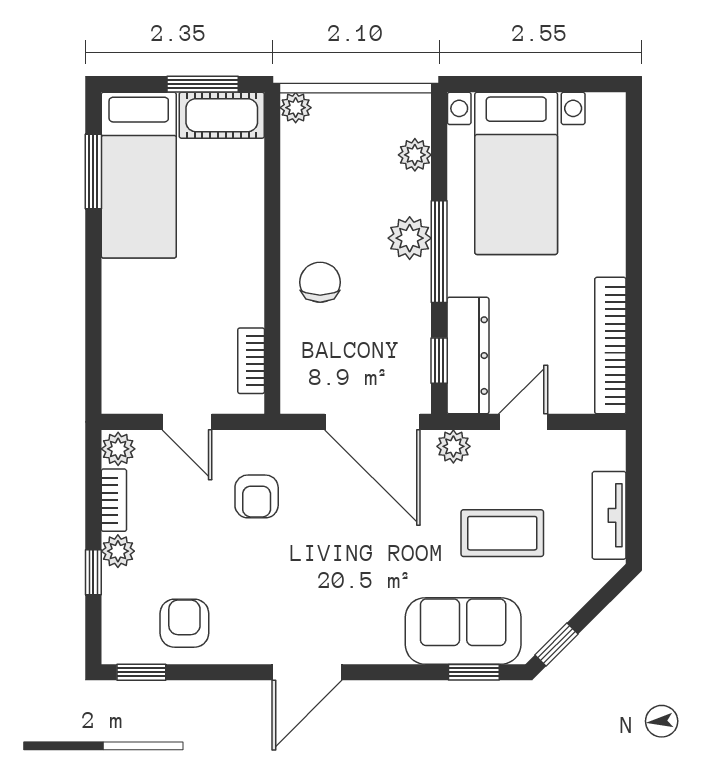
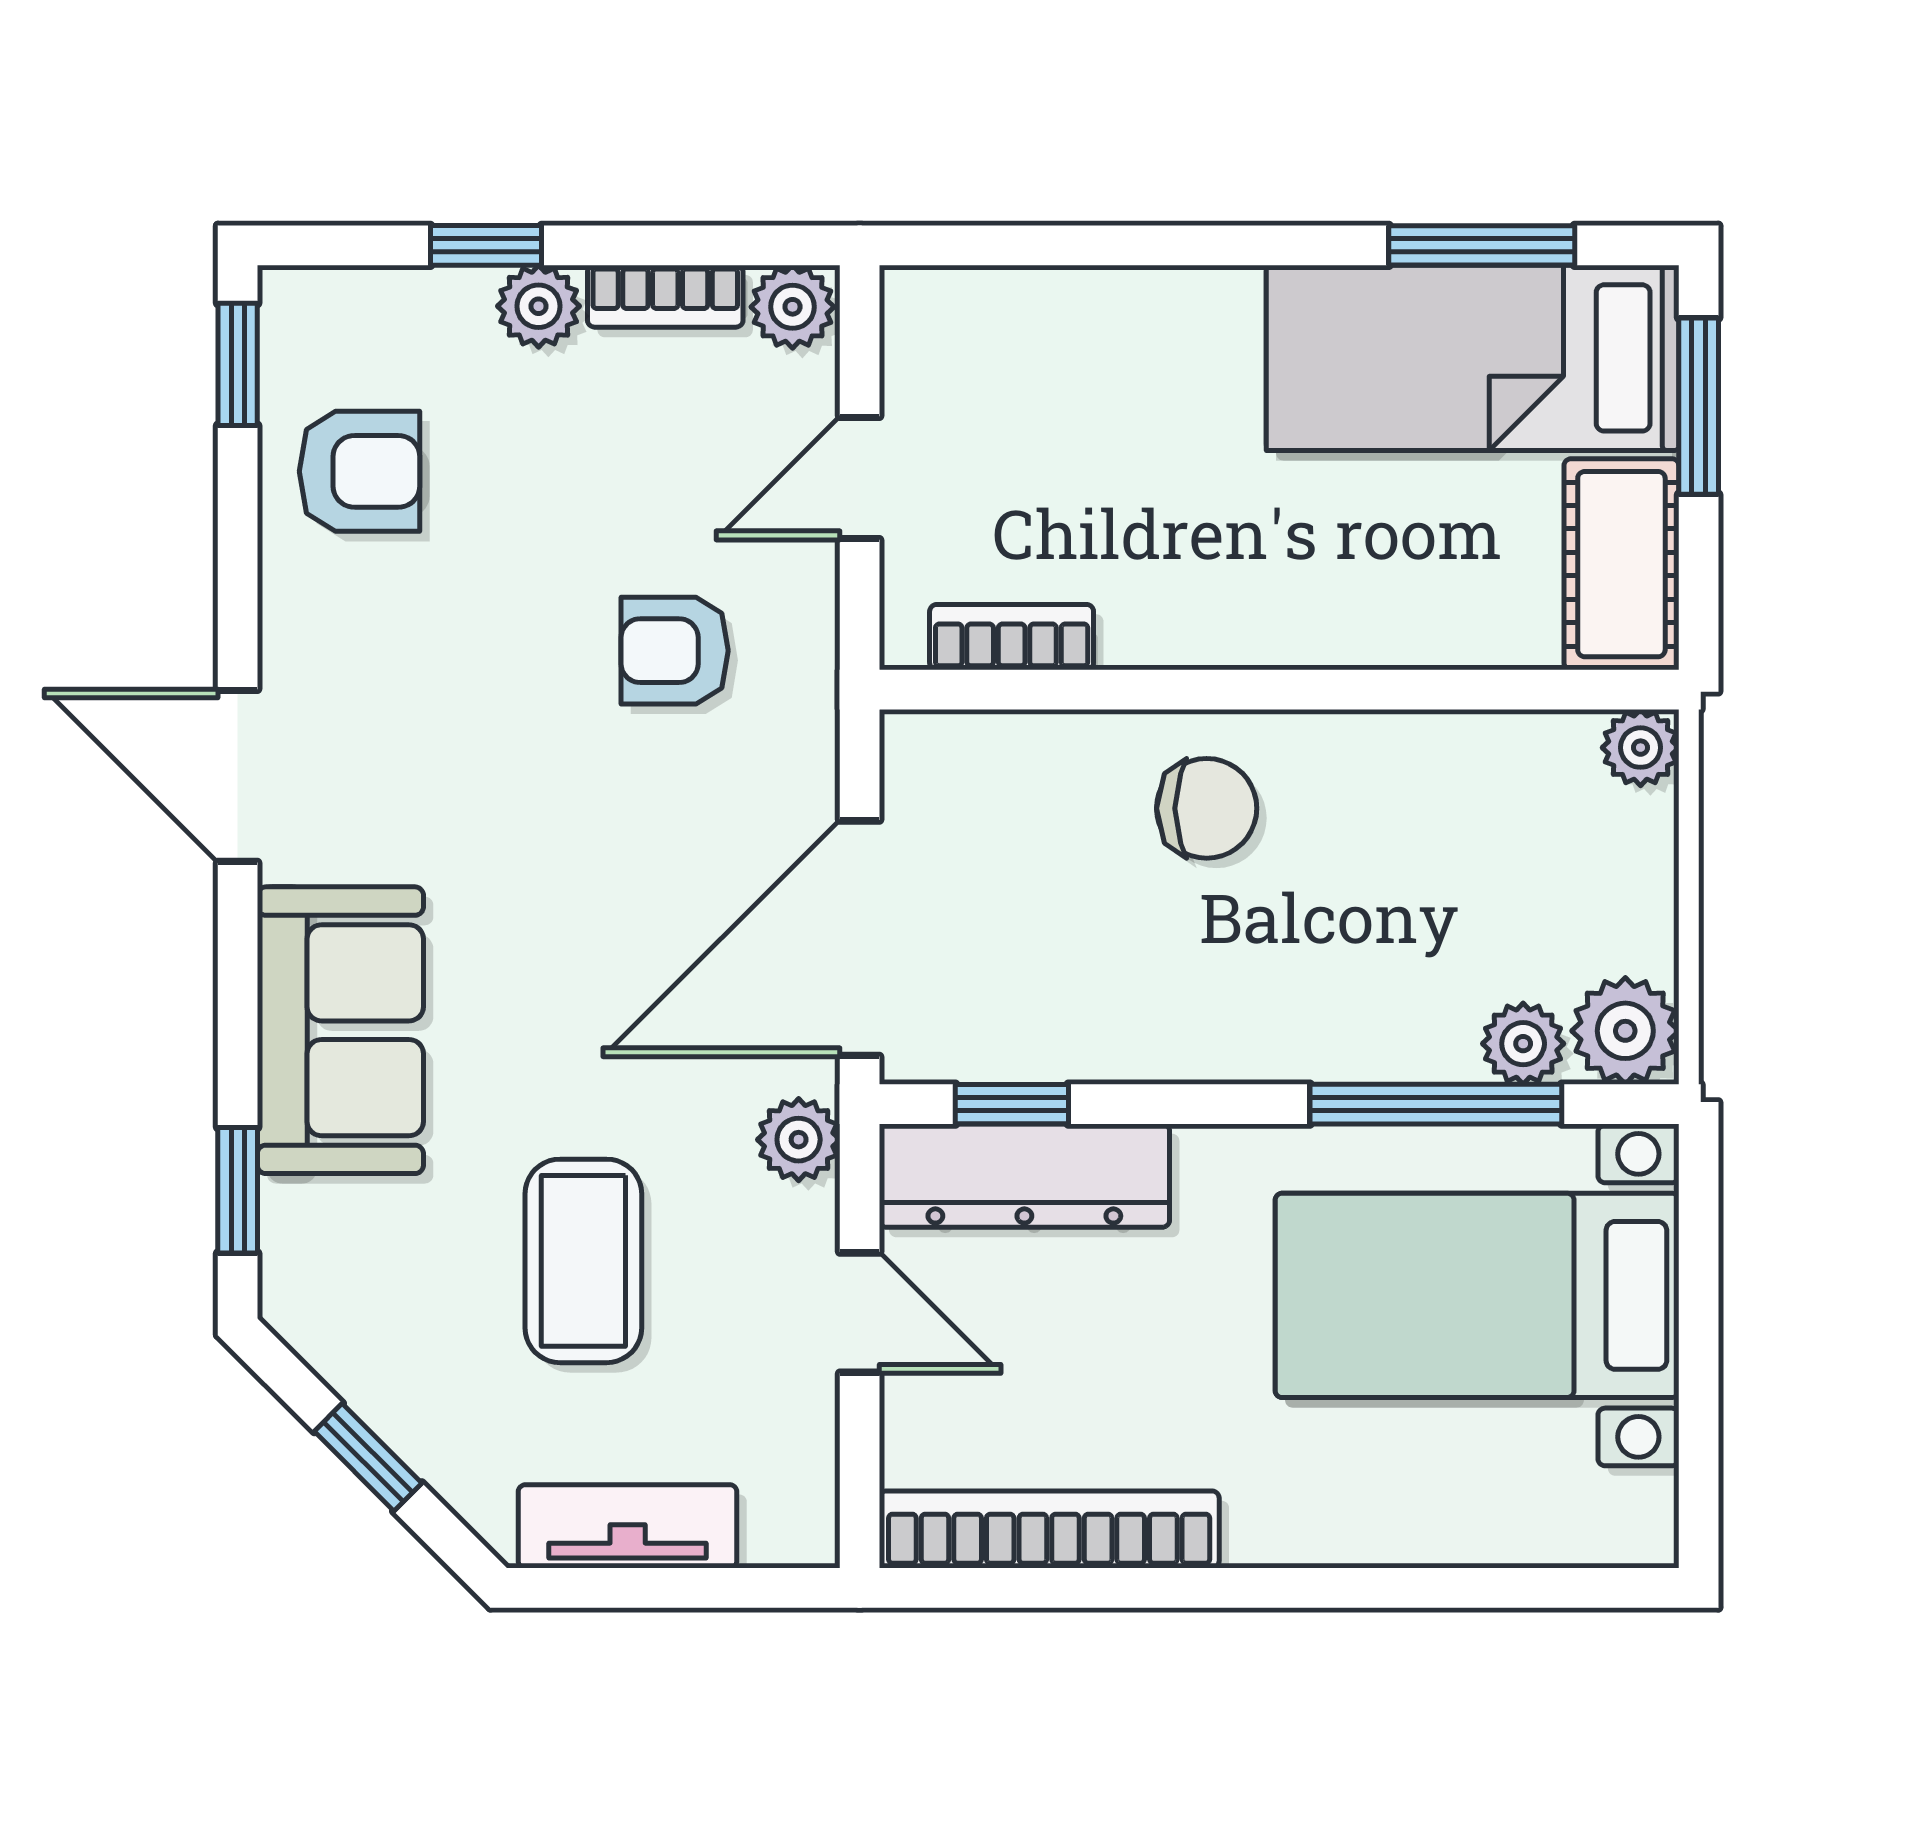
window: (203, 84) -> (1699, 406), moved
plant: (410, 238) -> (1625, 1031), moved
window: (439, 252) -> (1436, 1104), moved
sofa: (463, 631) -> (340, 1030), moved
window: (557, 645) -> (368, 1457), moved

